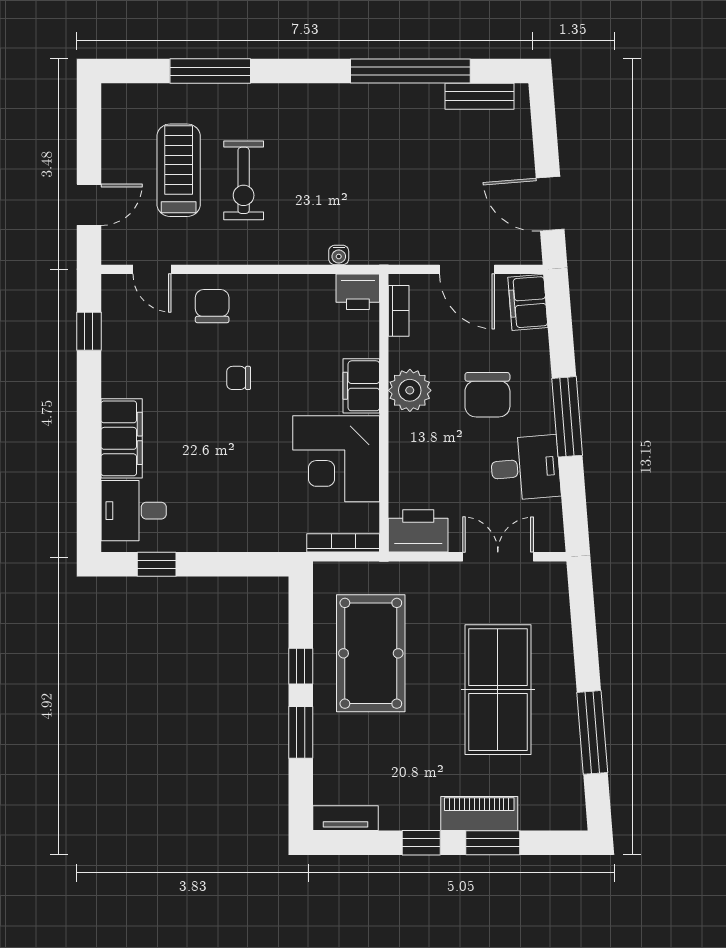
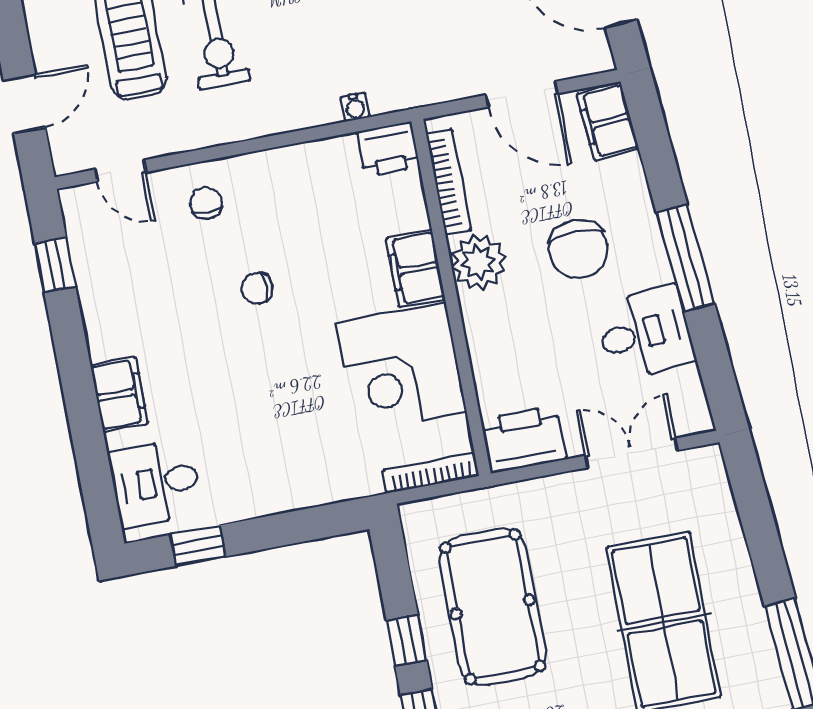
chair: (212, 306) -> (206, 203), width x0.73, depth x0.73
bookcase: (399, 311) -> (448, 182), width x1.56
filing cabinet: (122, 438) -> (119, 394), width x0.67, depth x0.86

